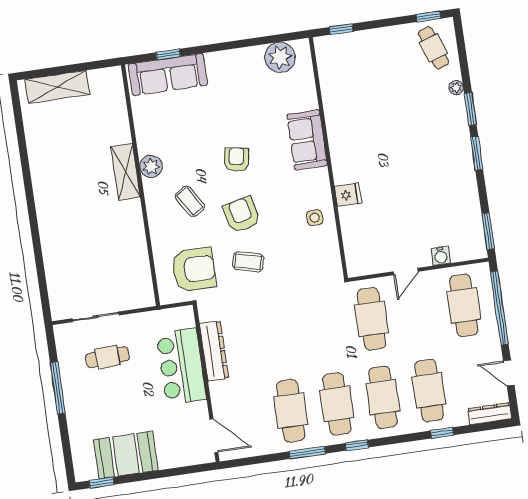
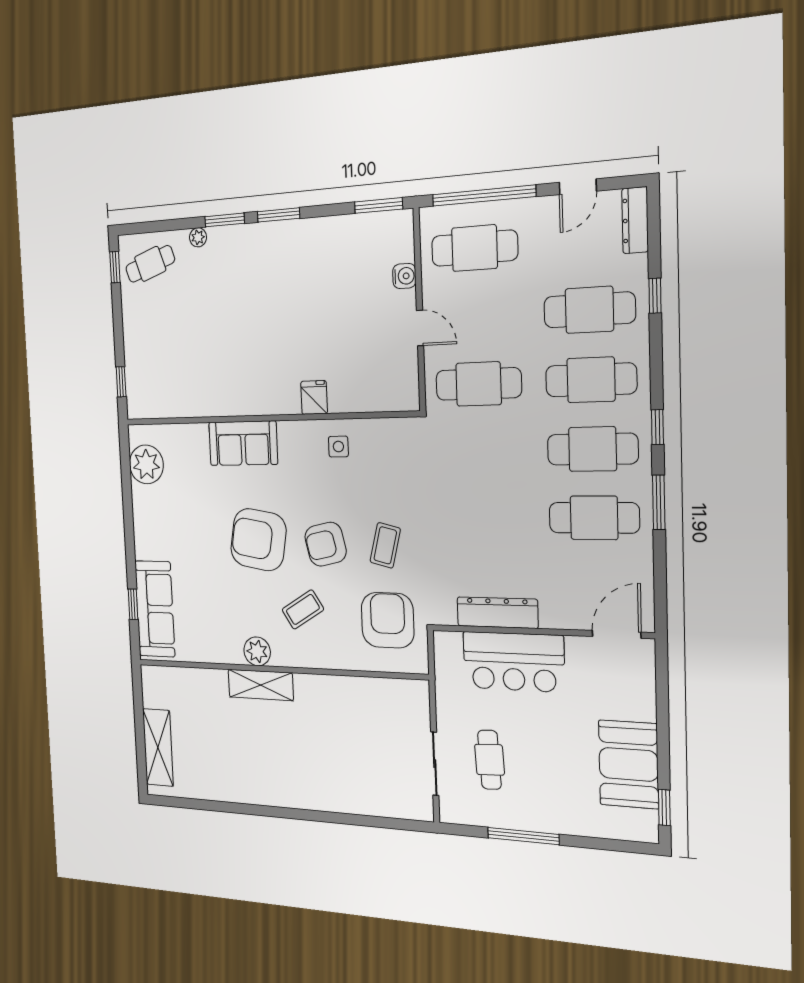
armchair: (236, 159) -> (258, 540), width x1.88, depth x1.88

